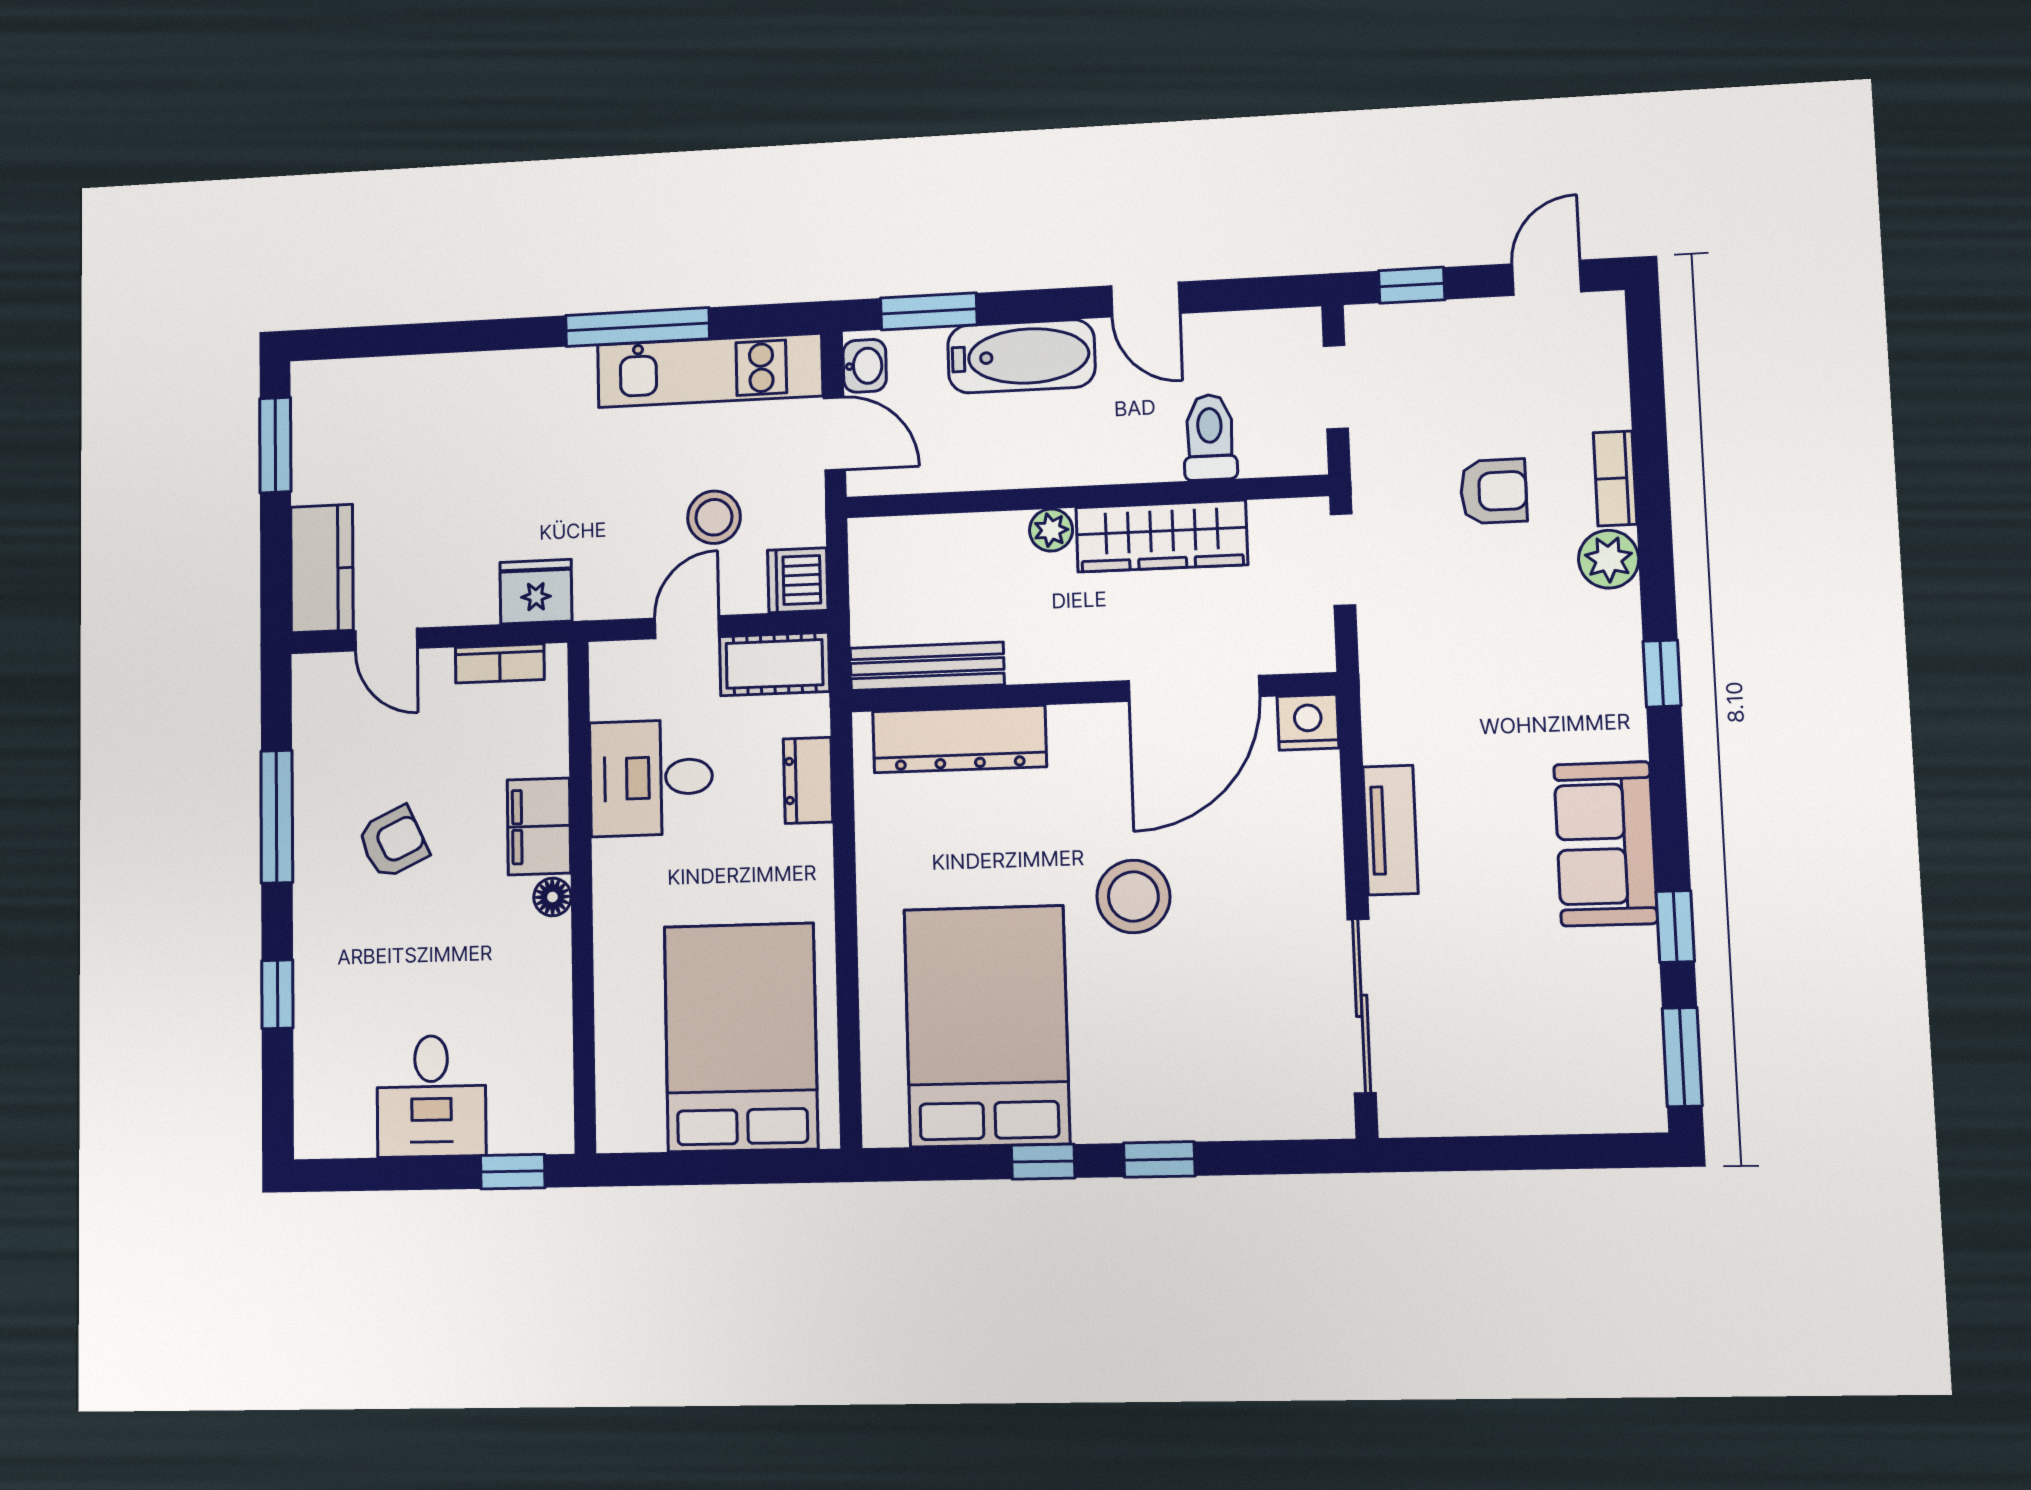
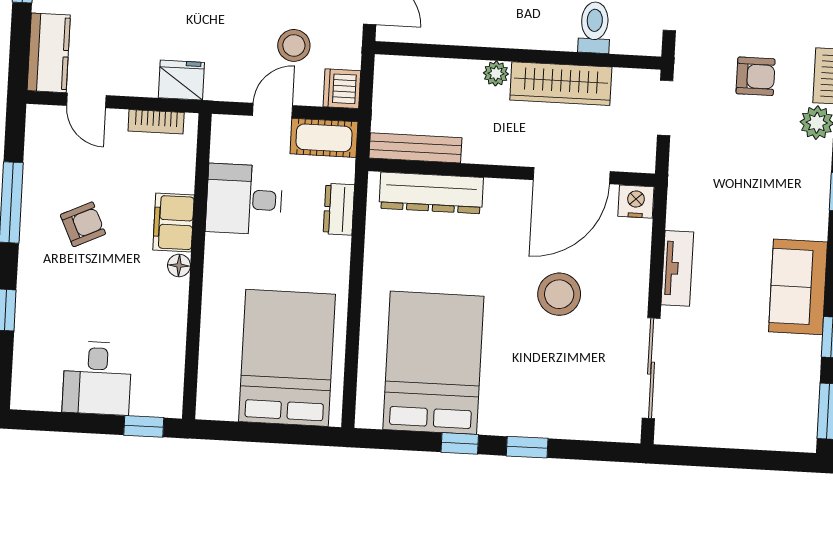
stool: (1133, 896) -> (559, 294), moved

